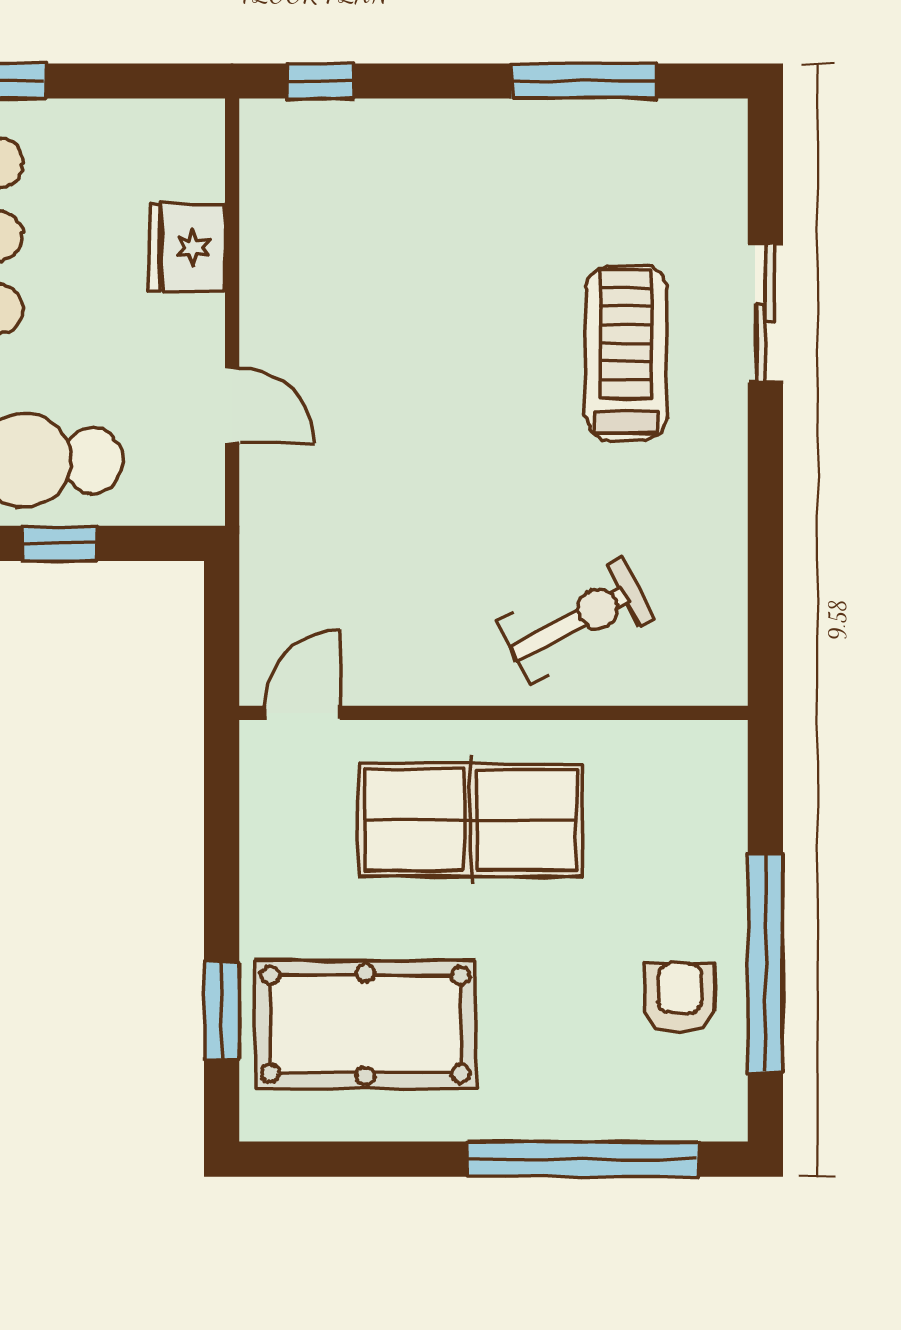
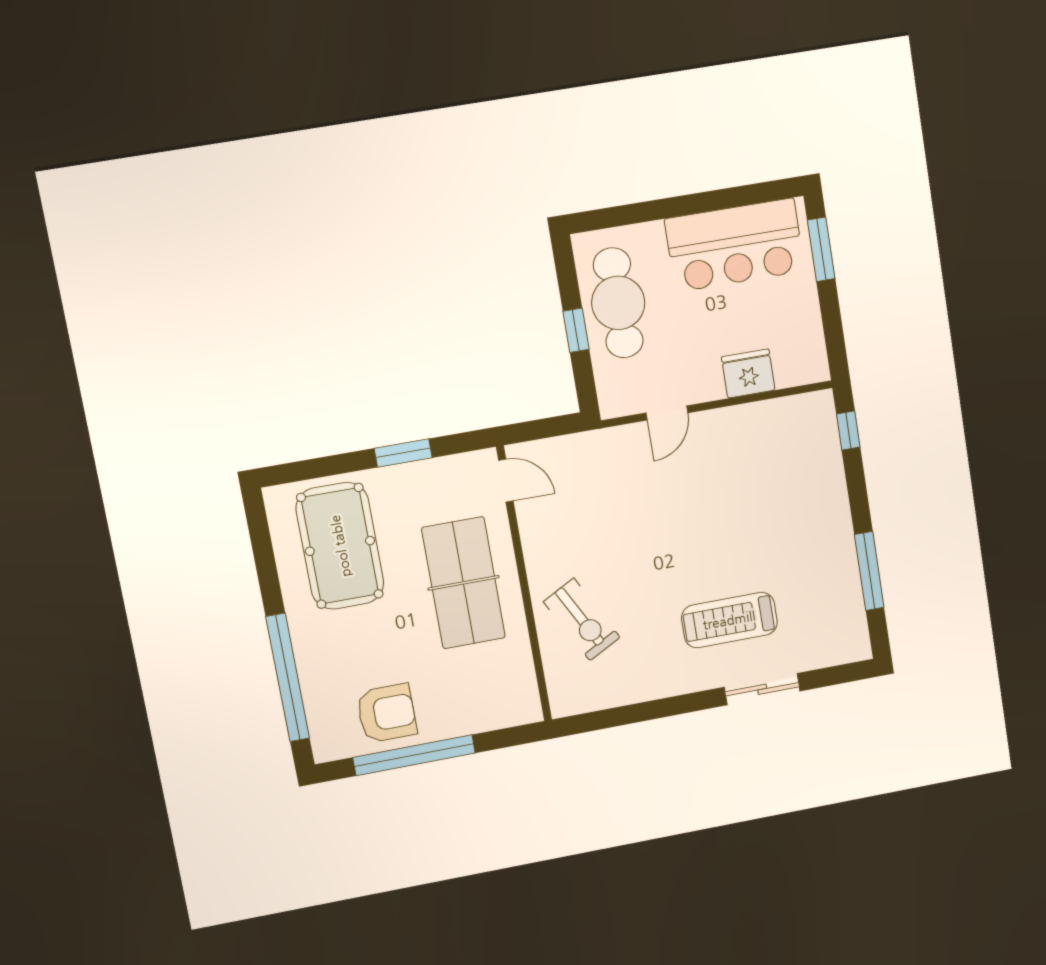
treadmill: (626, 353) -> (729, 620), turned 180
armchair: (680, 998) -> (387, 713), width x1.38, depth x1.38
window: (222, 1010) -> (403, 453), moved

